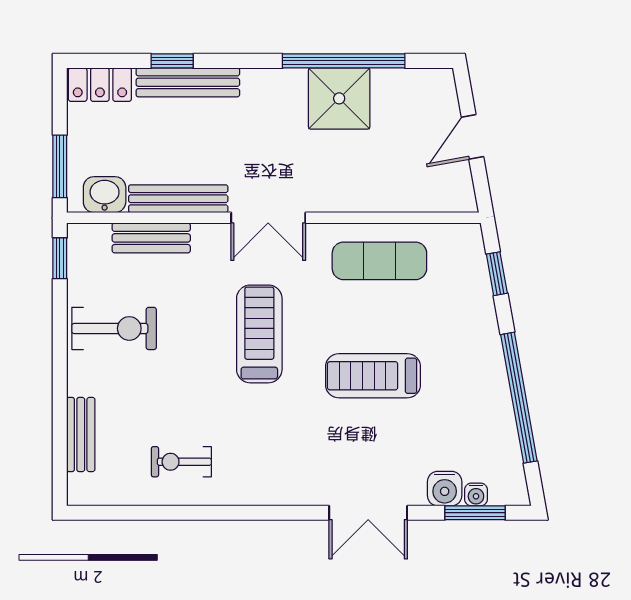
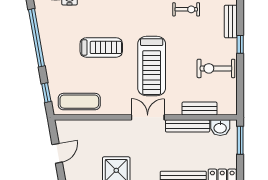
window: (60, 258) -> (240, 44), moved
exercise mat: (379, 261) -> (79, 102), moved
treadmill: (259, 334) -> (152, 66), width x1.37, depth x1.38

